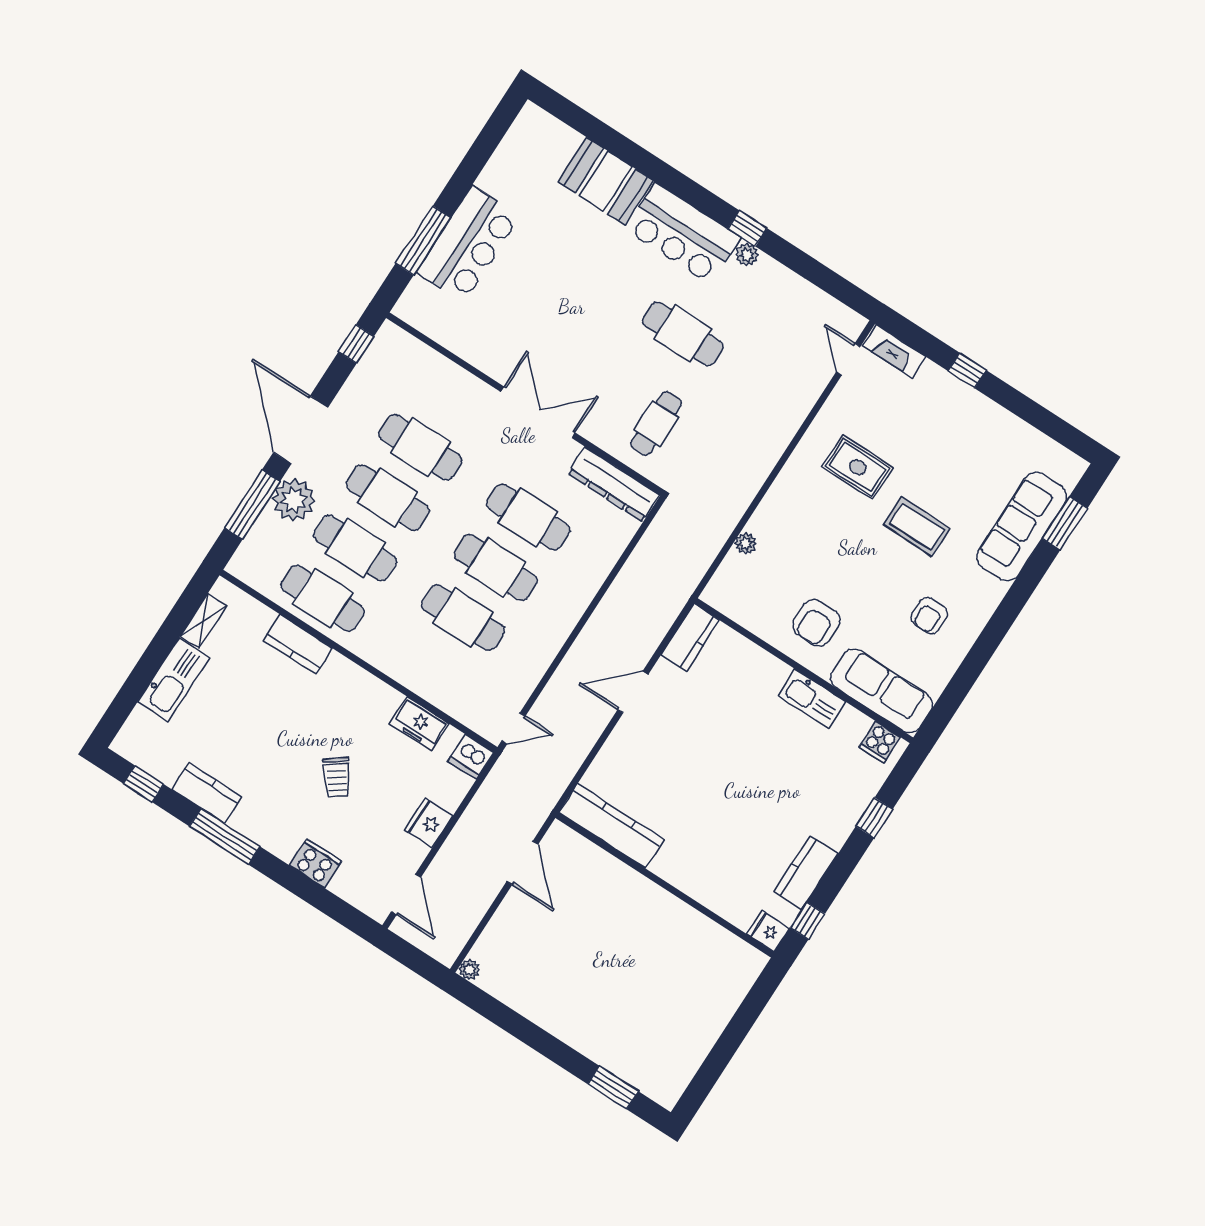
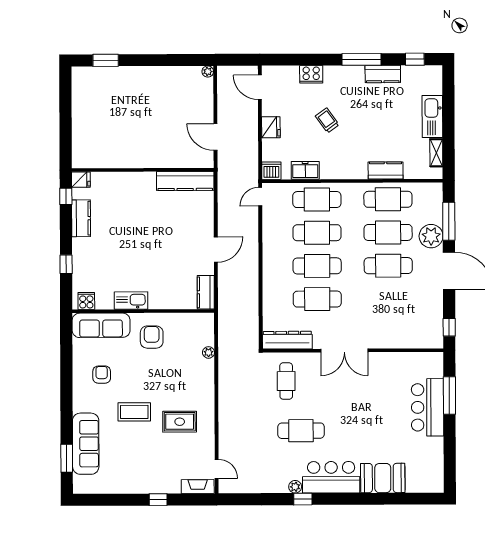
cafe table: (420, 447) -> (317, 200), moved

